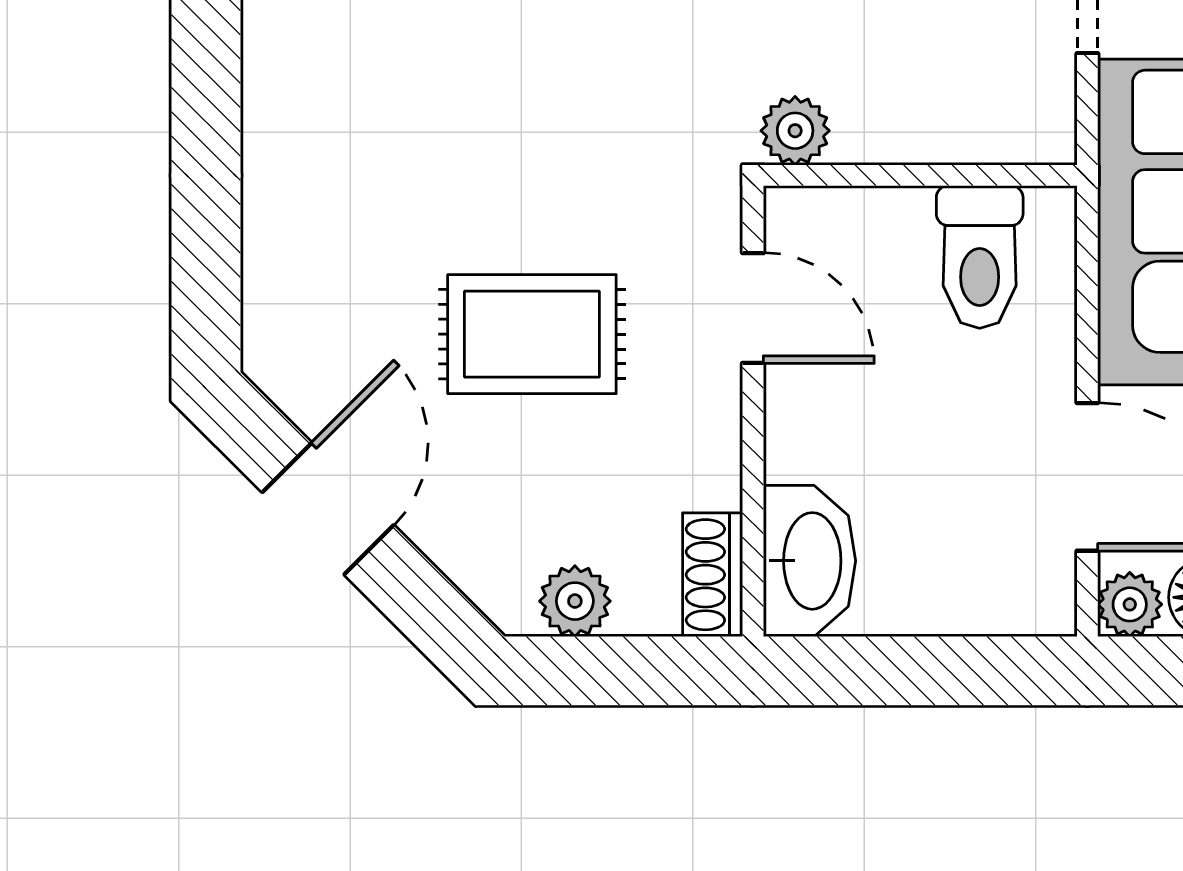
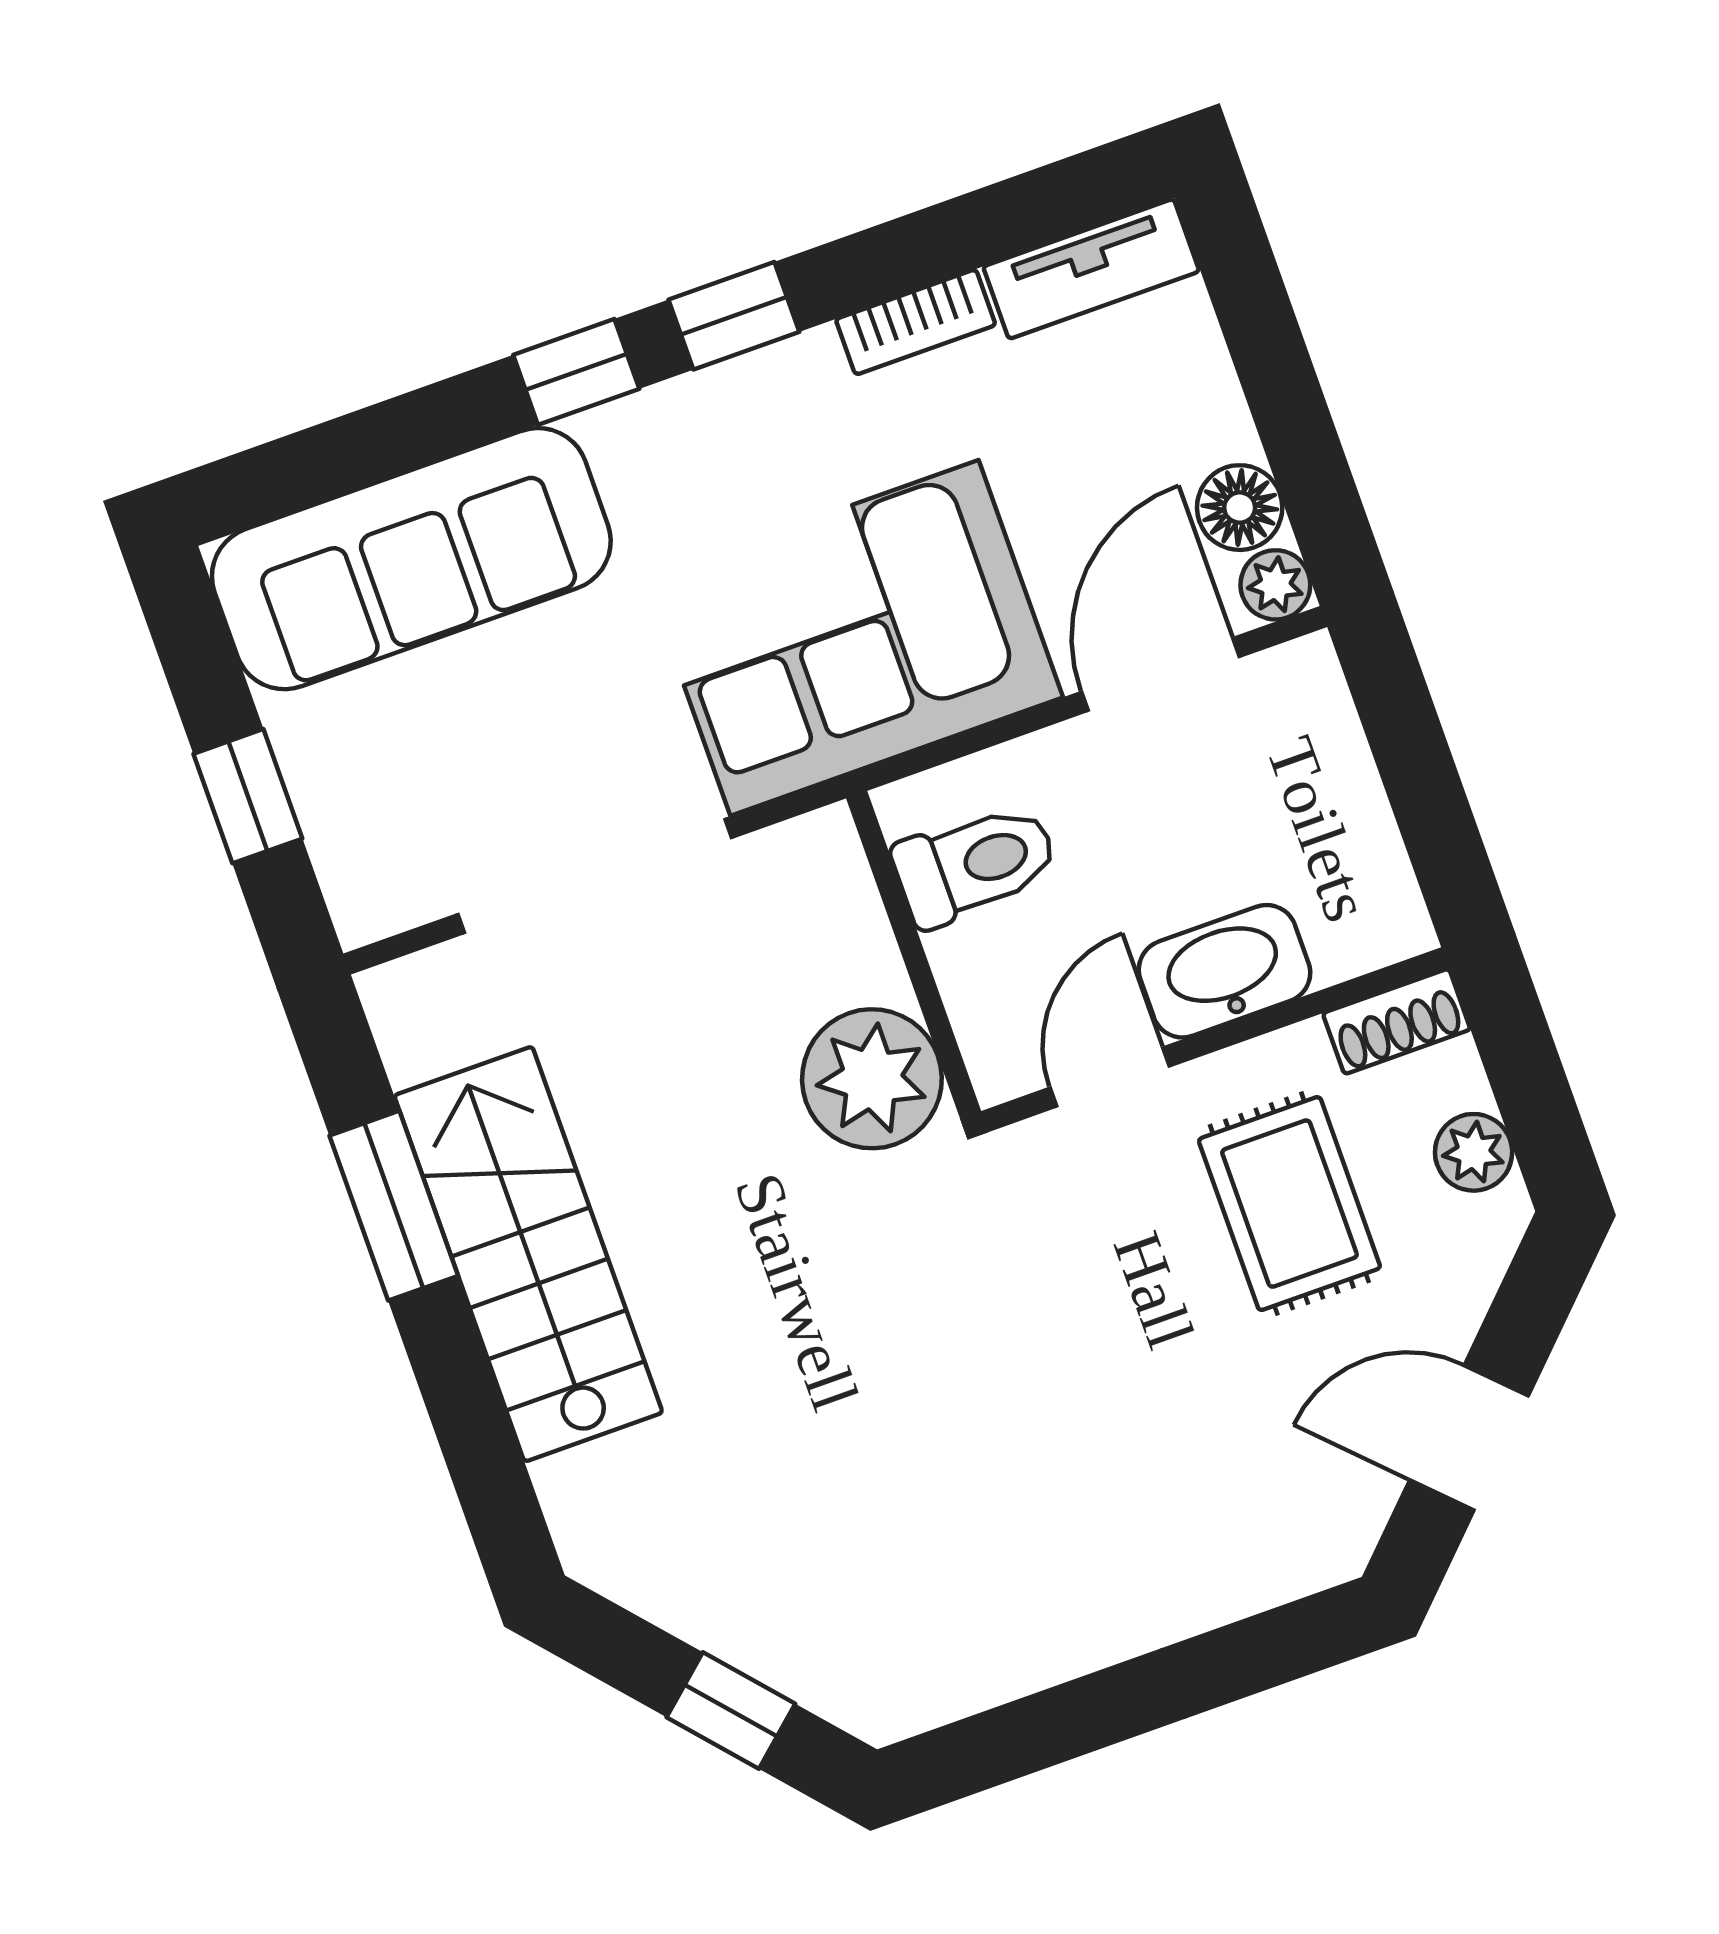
plant: (795, 131) -> (872, 1079), width x1.87, depth x1.87
rug: (532, 334) -> (1289, 1204), moved
washbasin: (809, 561) -> (1225, 971), moved

